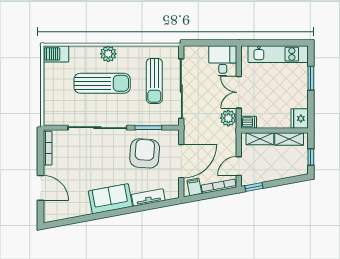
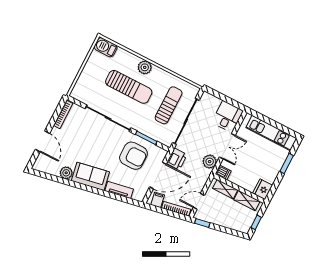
sun lounger: (154, 81) -> (169, 105), turned 180
double door: (239, 92) -> (227, 146), swing flipped
printer: (192, 133) -> (177, 159), added
armchair: (145, 153) -> (133, 156), turned 86
plant: (83, 208) -> (66, 173), added

